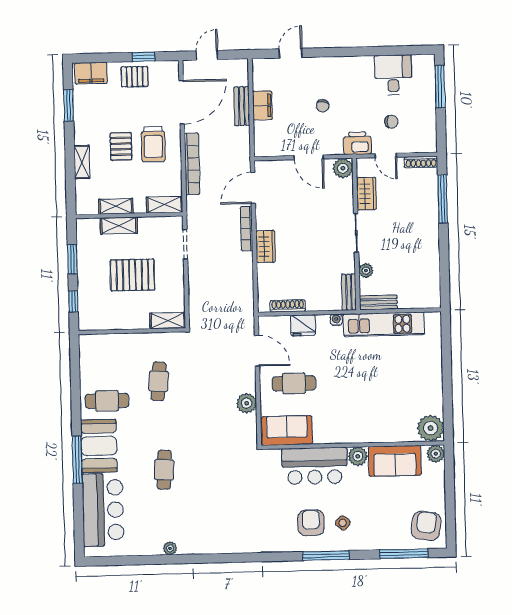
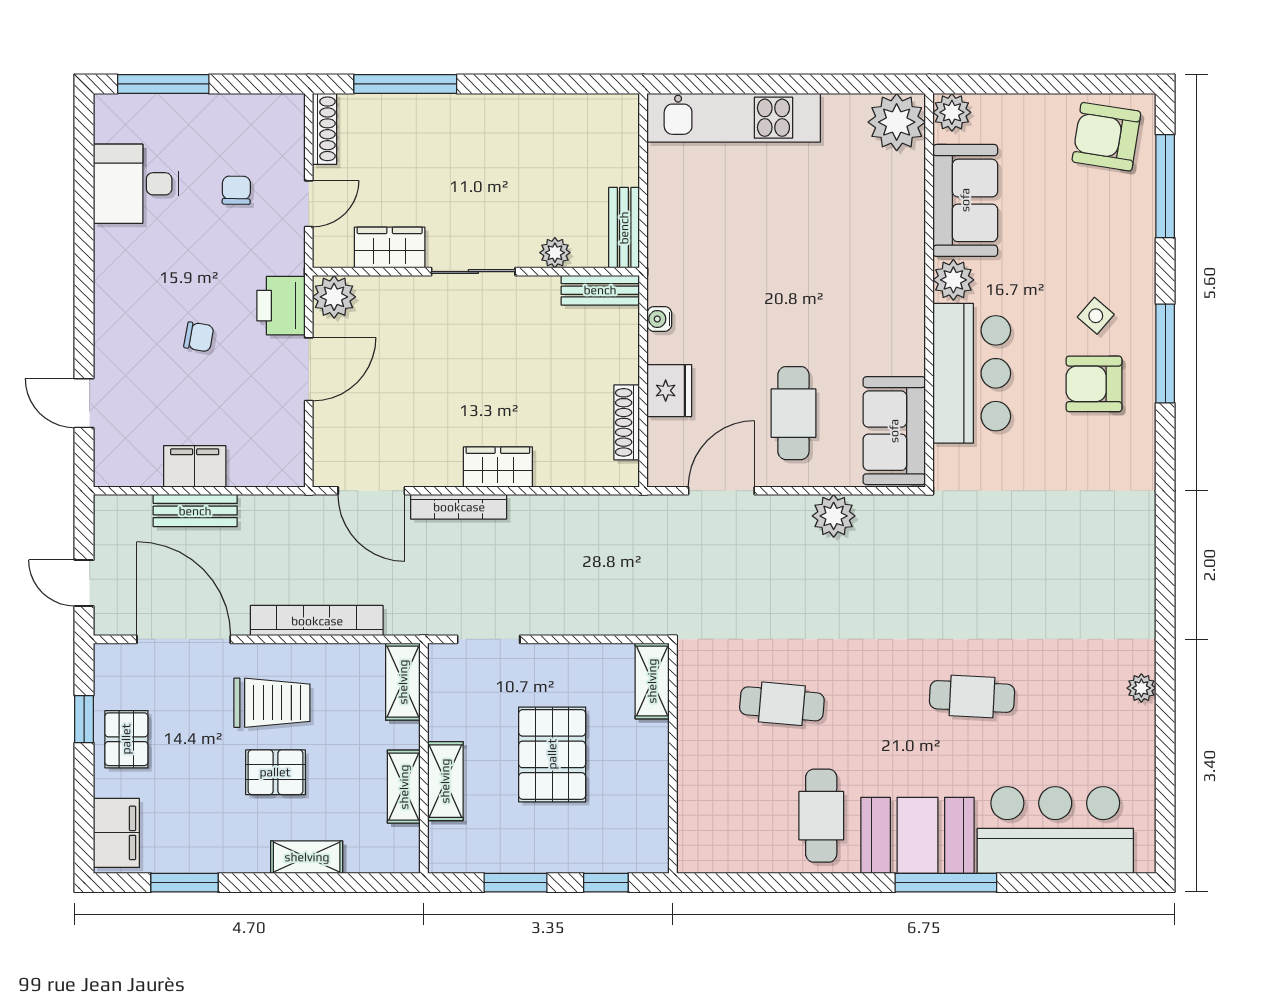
printer: (357, 143) -> (281, 306), moved
kitchen unit: (384, 324) -> (734, 118), moved, turned 90

